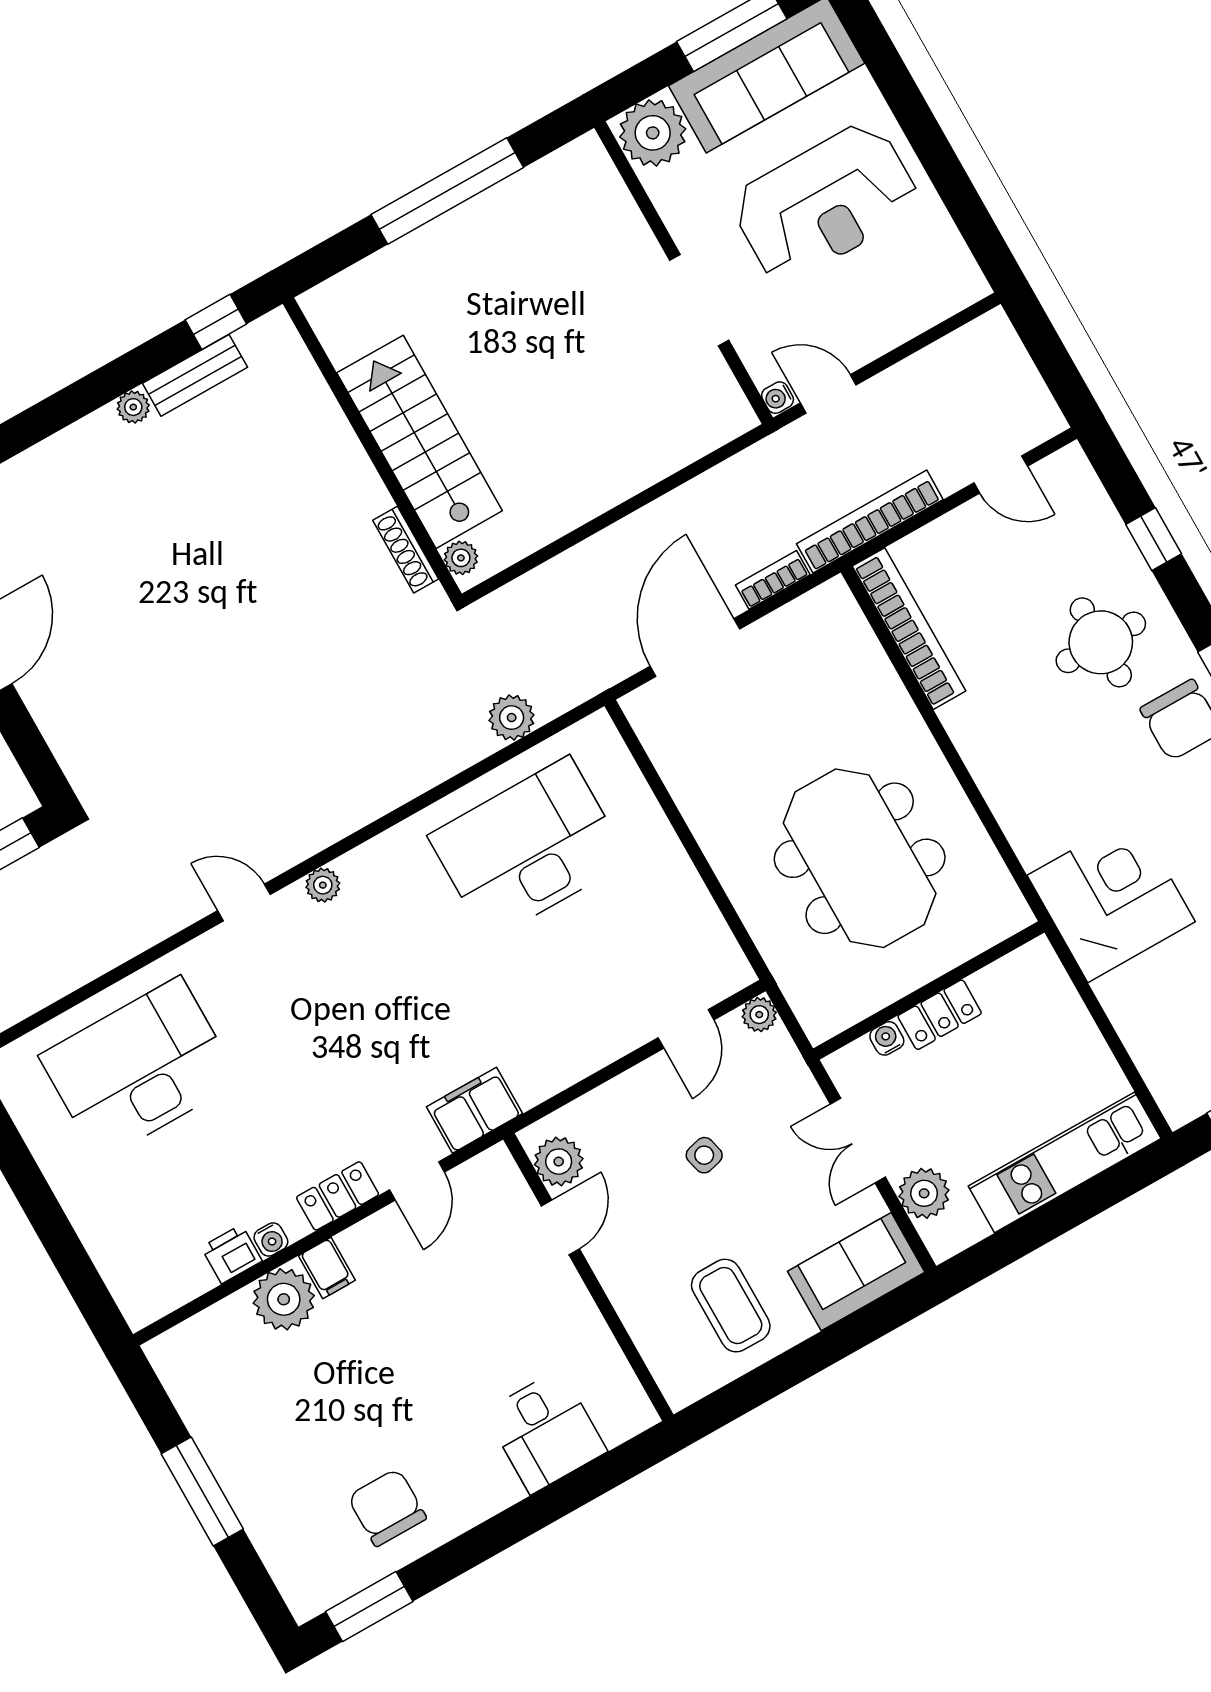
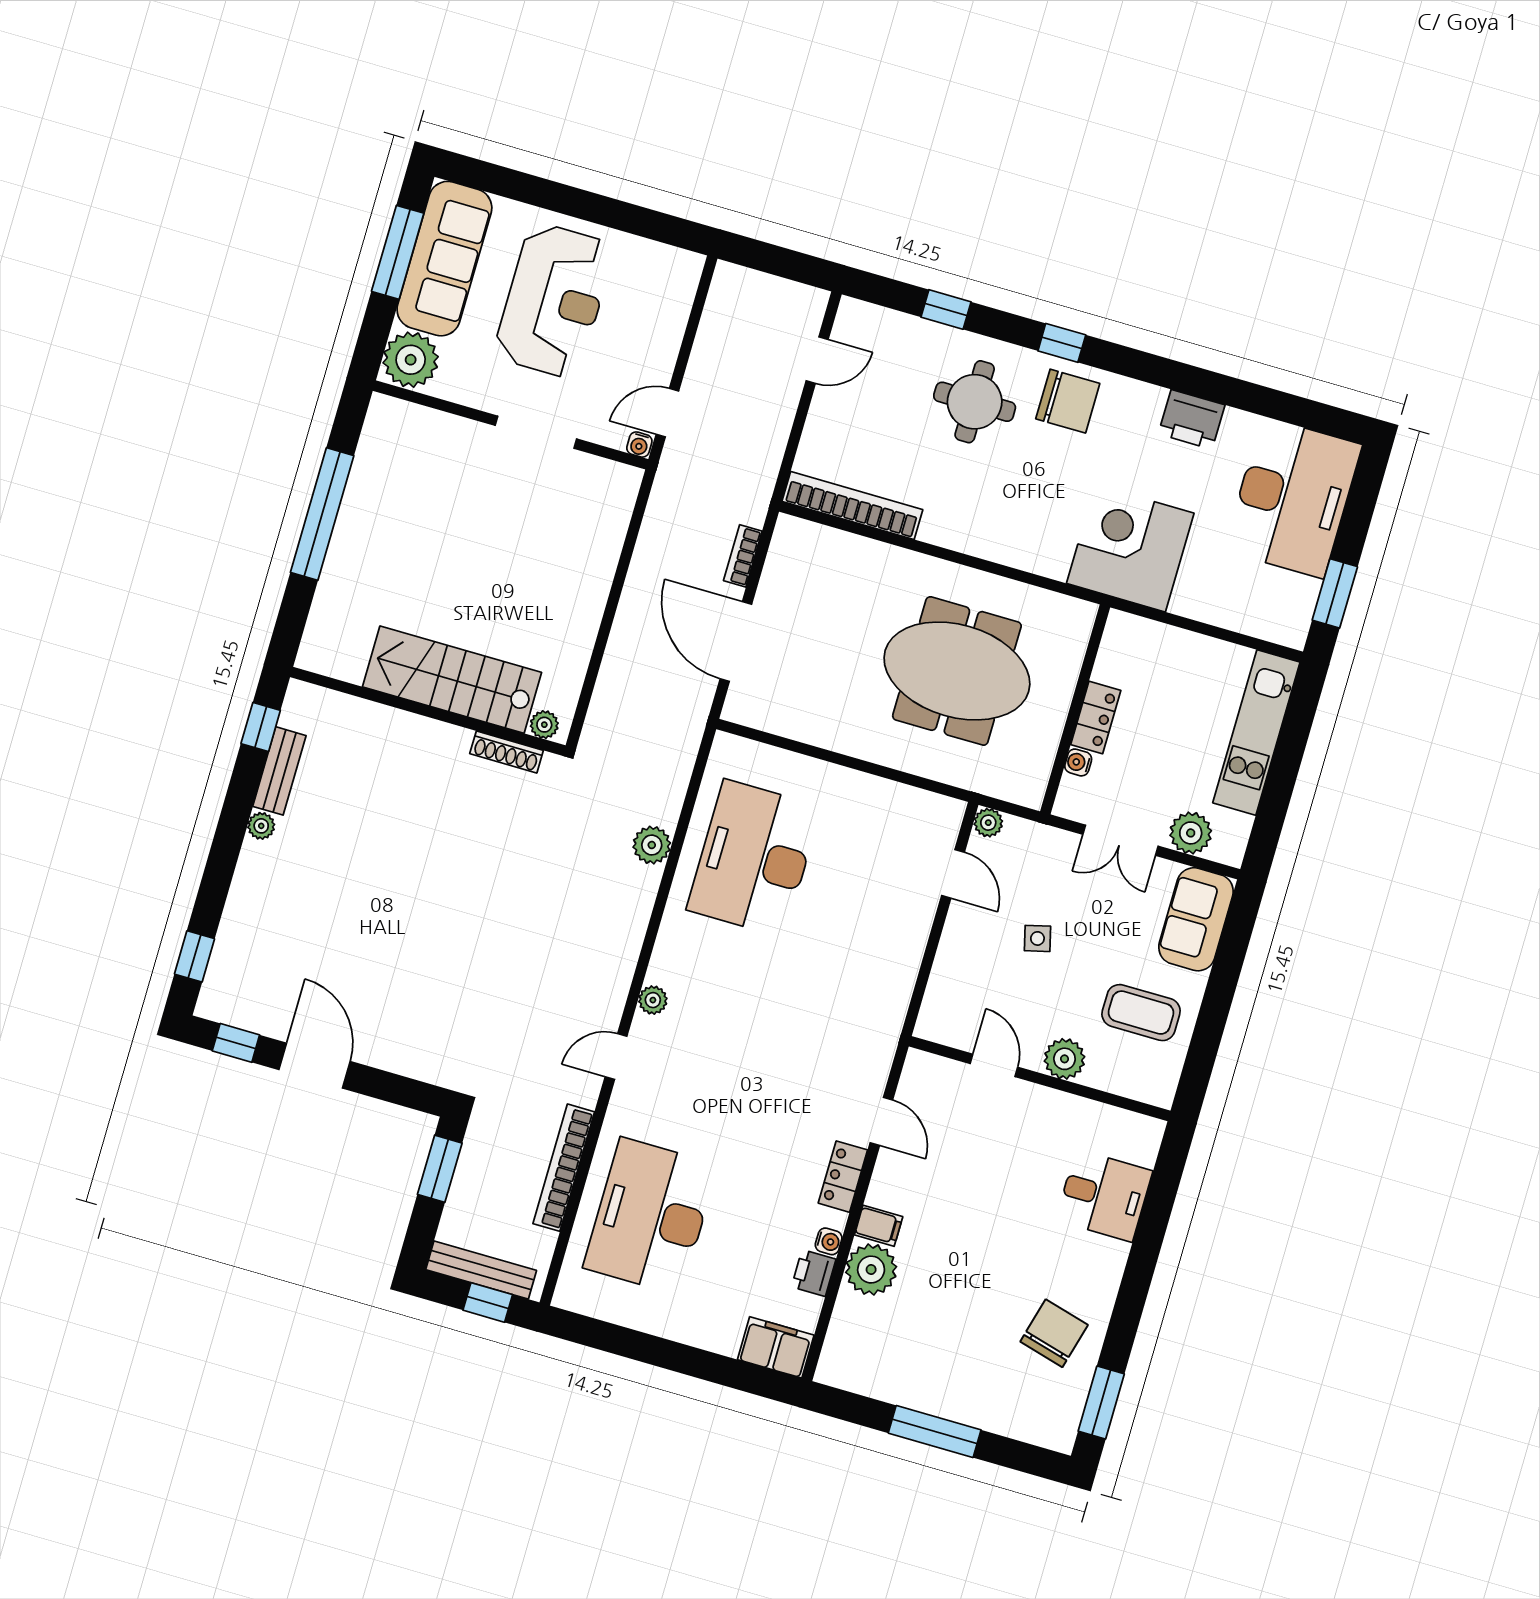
bookcase: (870, 522) -> (564, 1168), moved
plant: (512, 718) -> (652, 845), moved
filing cabinet: (474, 1110) -> (776, 1347), moved, turned 90
plant: (559, 1162) -> (1065, 1059), moved
chair: (387, 1507) -> (1054, 1333), turned 105

